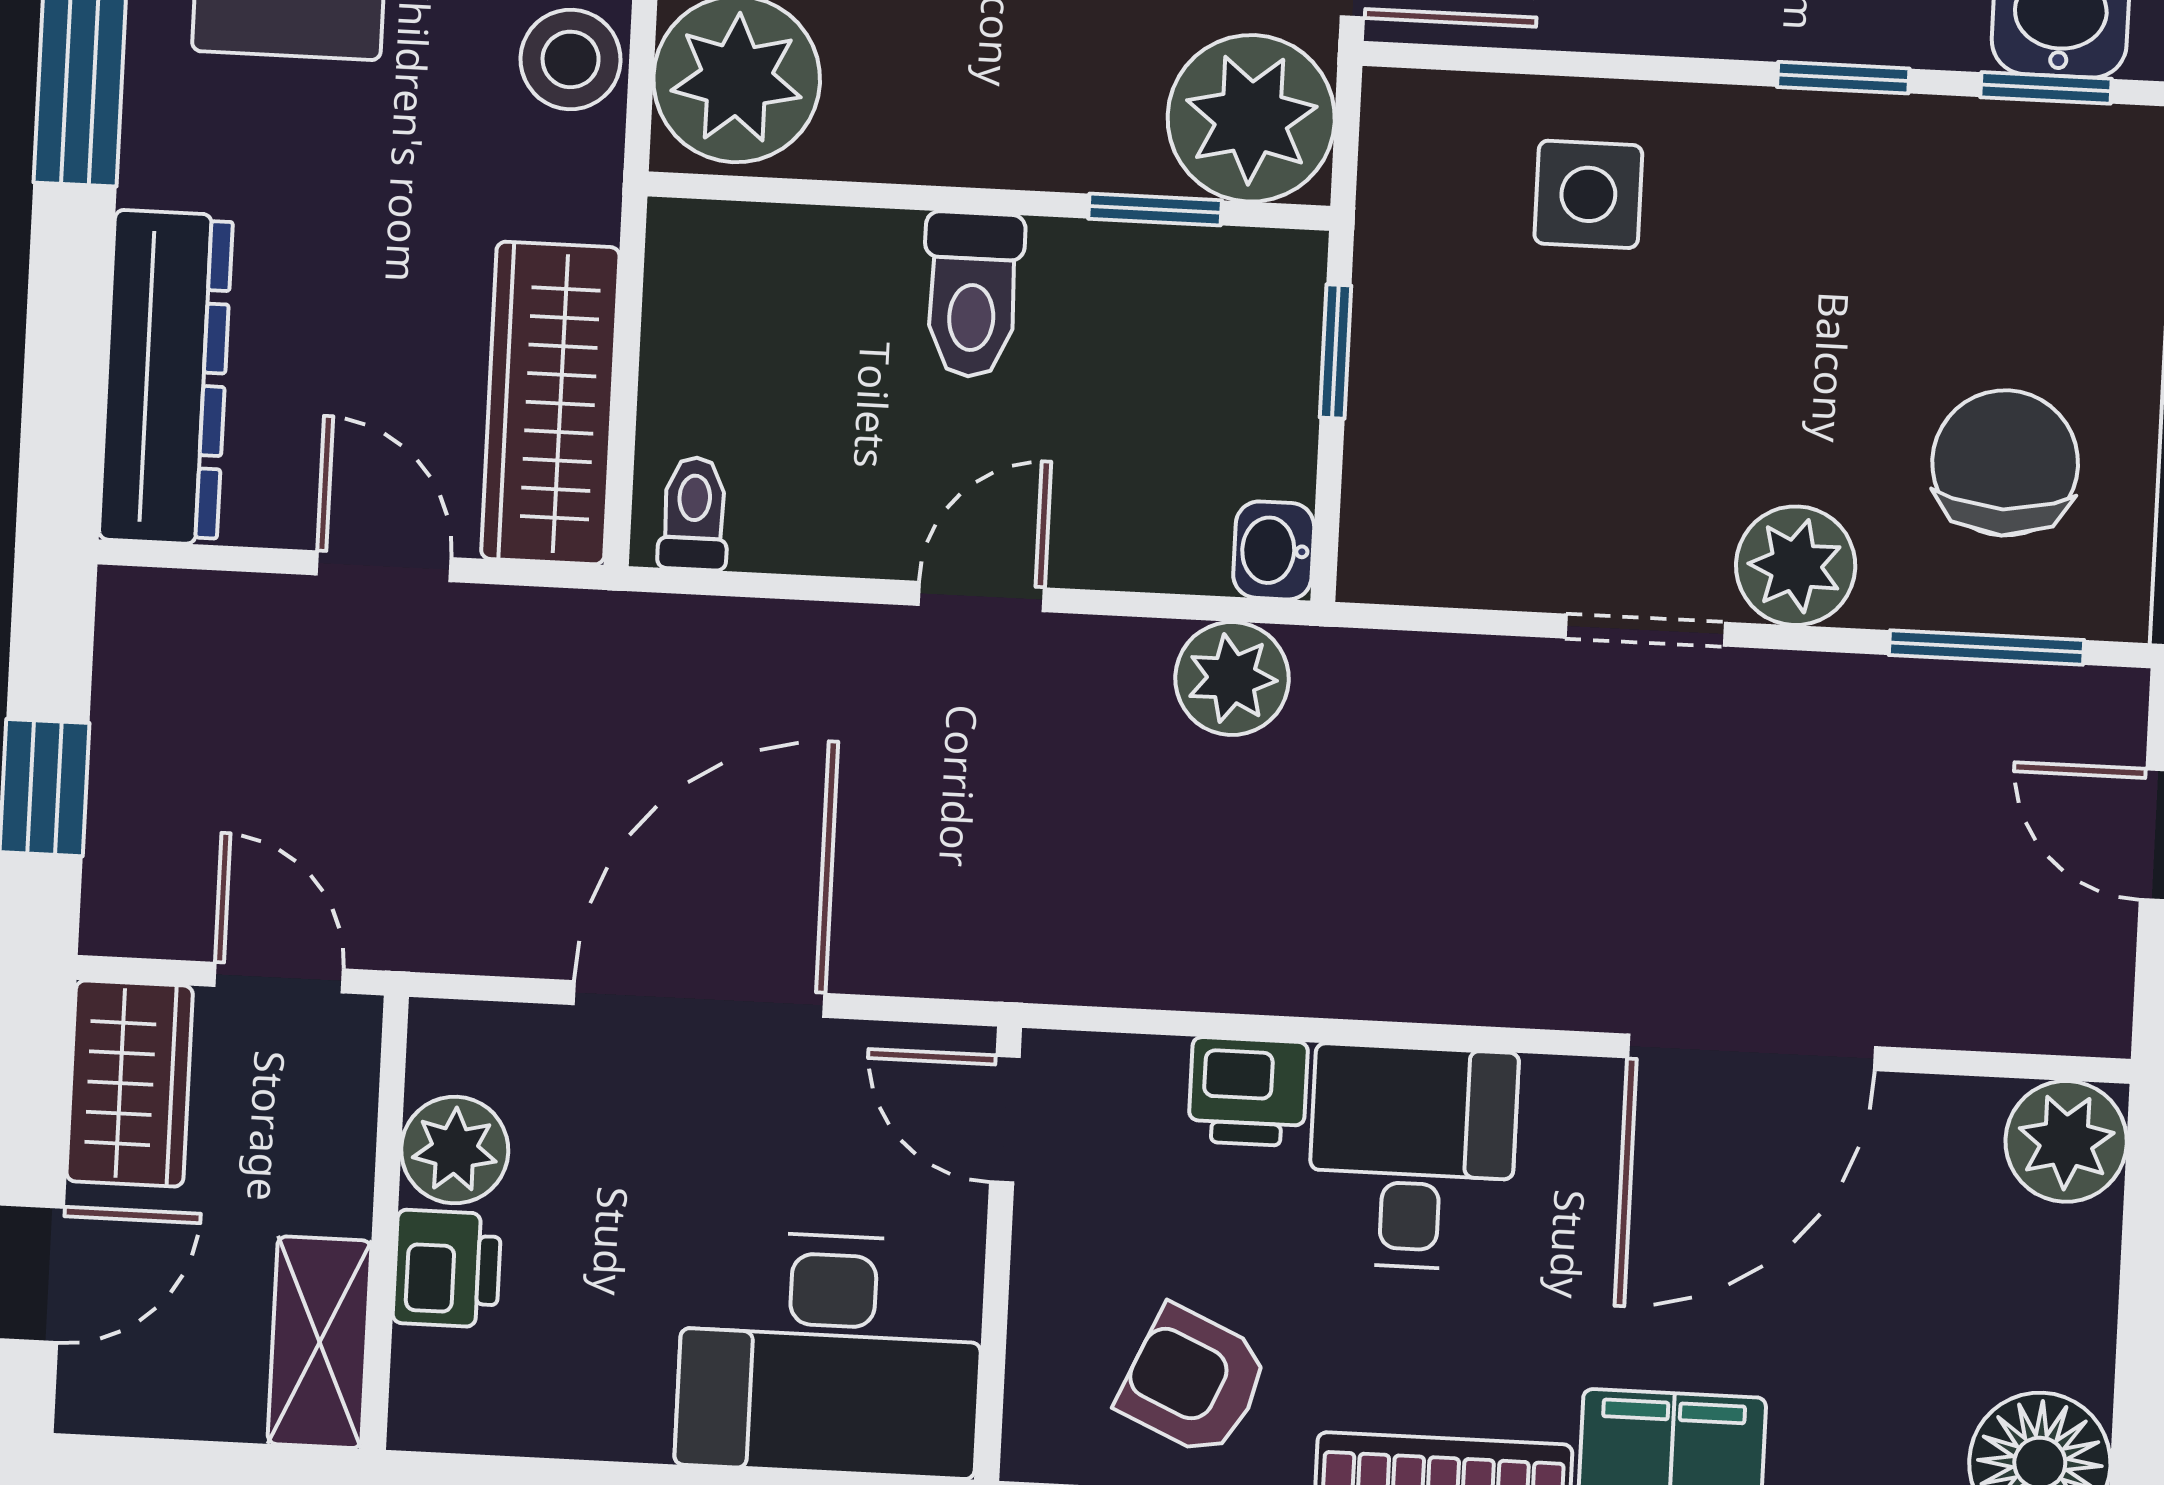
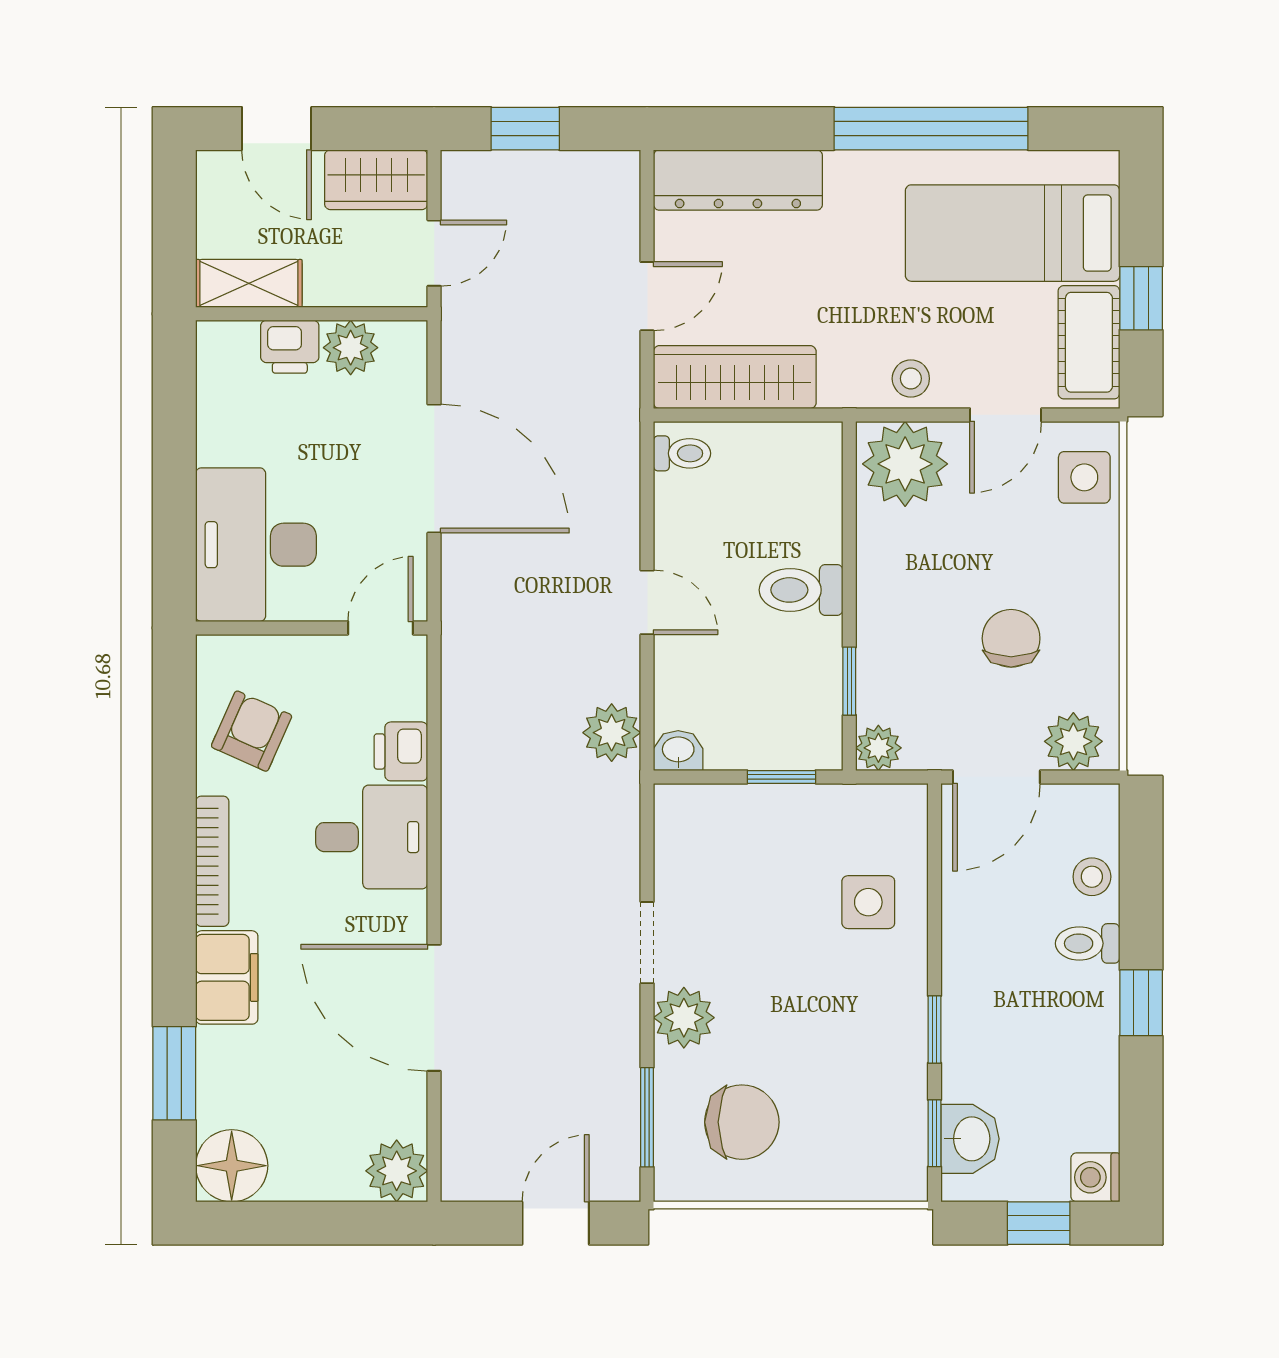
stool: (571, 59) -> (911, 379), width x0.73, depth x0.73
plant: (1251, 118) -> (878, 748), width x0.53, depth x0.53

